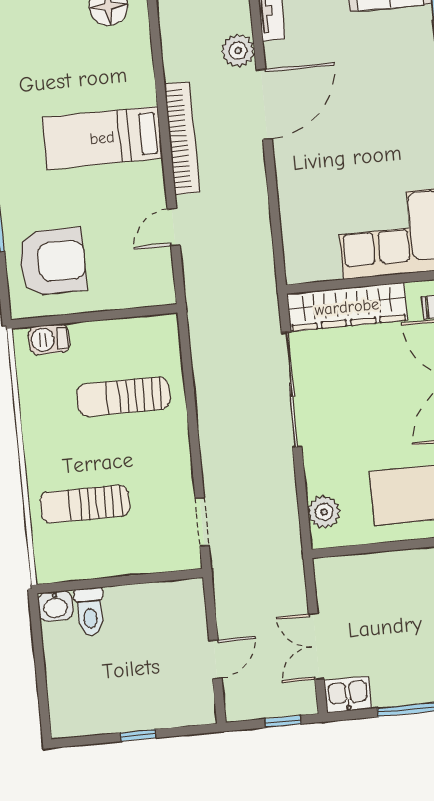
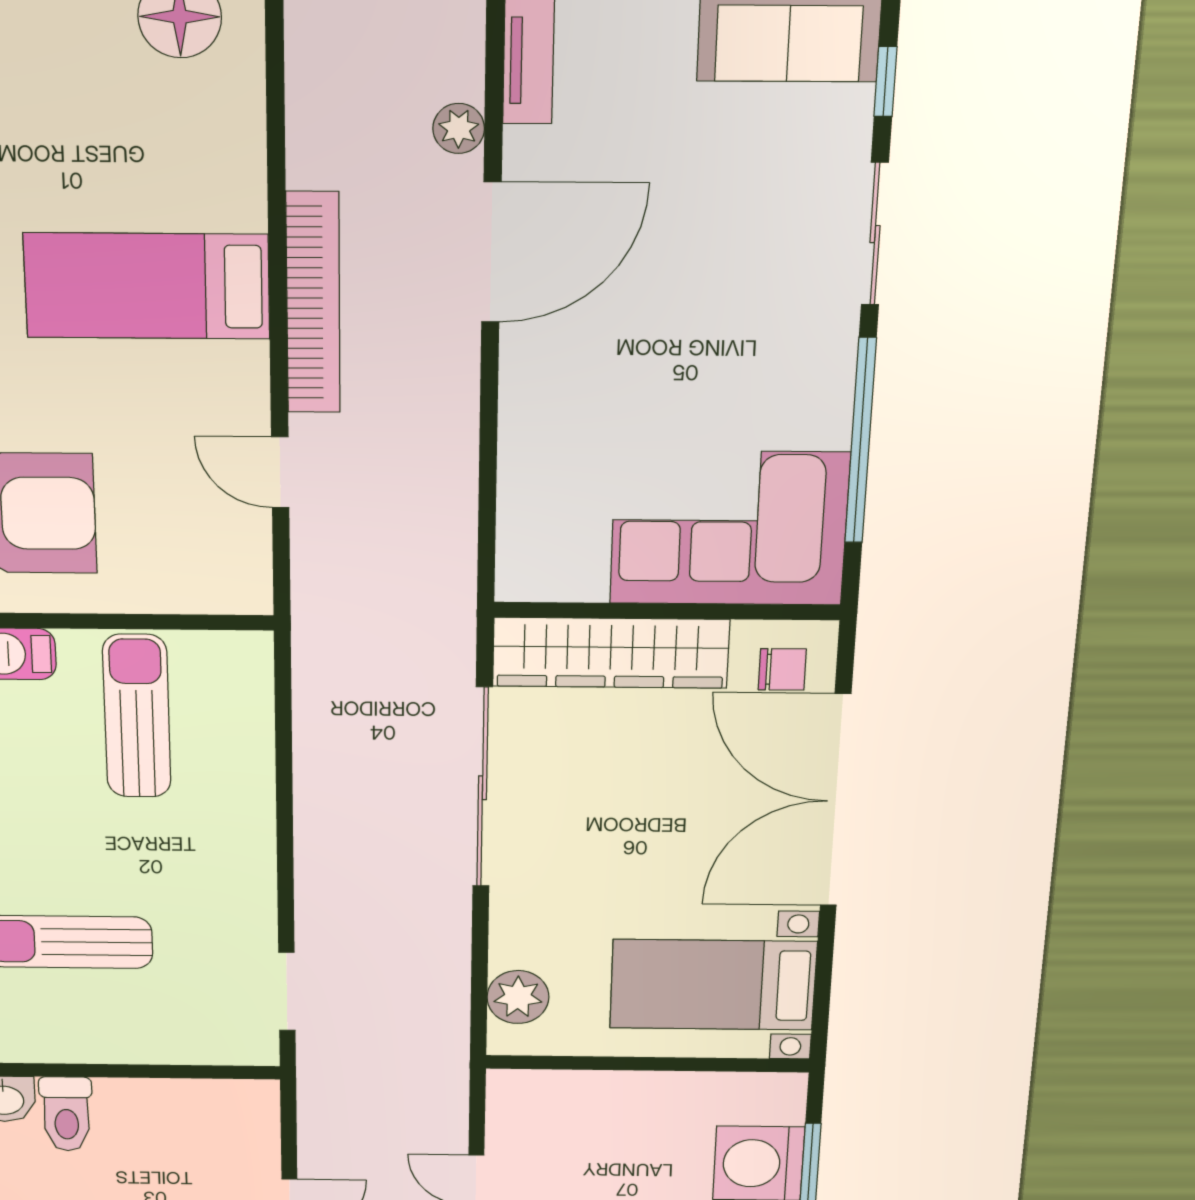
plant: (238, 51) -> (459, 128), width x0.73, depth x0.73
door: (174, 227) -> (280, 472), hinge flipped
sun lounger: (123, 397) -> (137, 716), moved, turned 90

